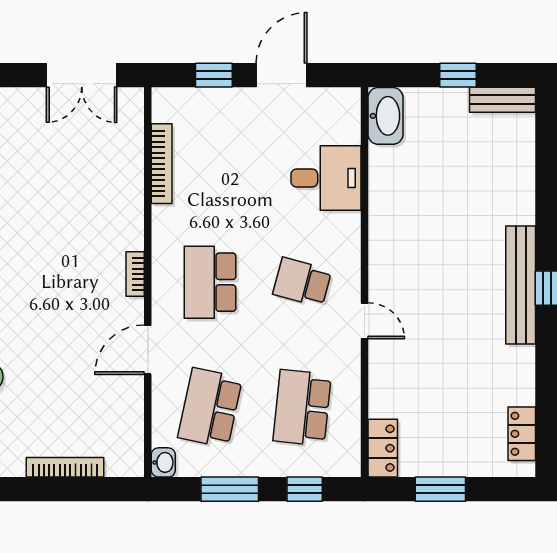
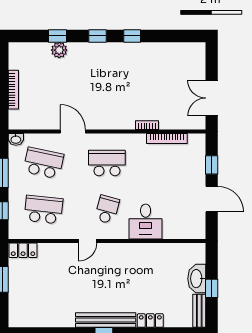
washbasin: (385, 116) -> (197, 279), moved, turned 90
desk: (326, 178) -> (146, 222), moved
bookcase: (135, 274) -> (147, 125), moved
locker: (522, 434) -> (150, 321), moved

